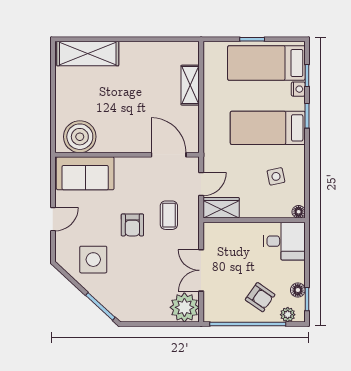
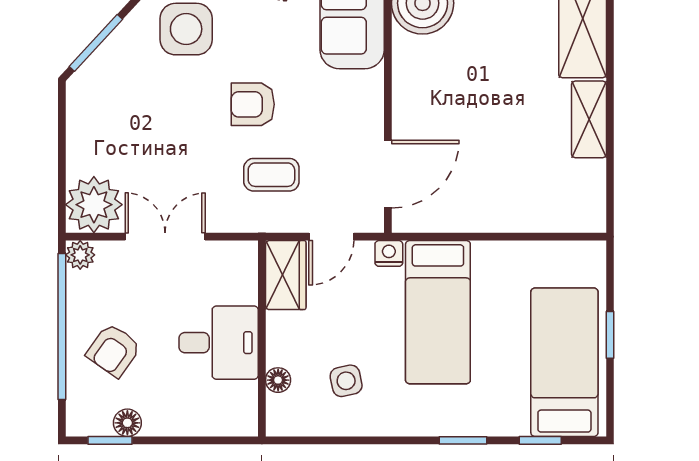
shelving: (190, 85) -> (589, 119), moved, turned 90
nightstand: (298, 89) -> (389, 253), moved, turned 180
bed: (268, 128) -> (438, 312), moved, turned 180
door: (201, 184) -> (331, 237), hinge flipped
floor lamp: (299, 212) -> (278, 380), moved
desk: (284, 241) -> (219, 343), moved, turned -90
plant: (288, 315) -> (80, 255), moved

